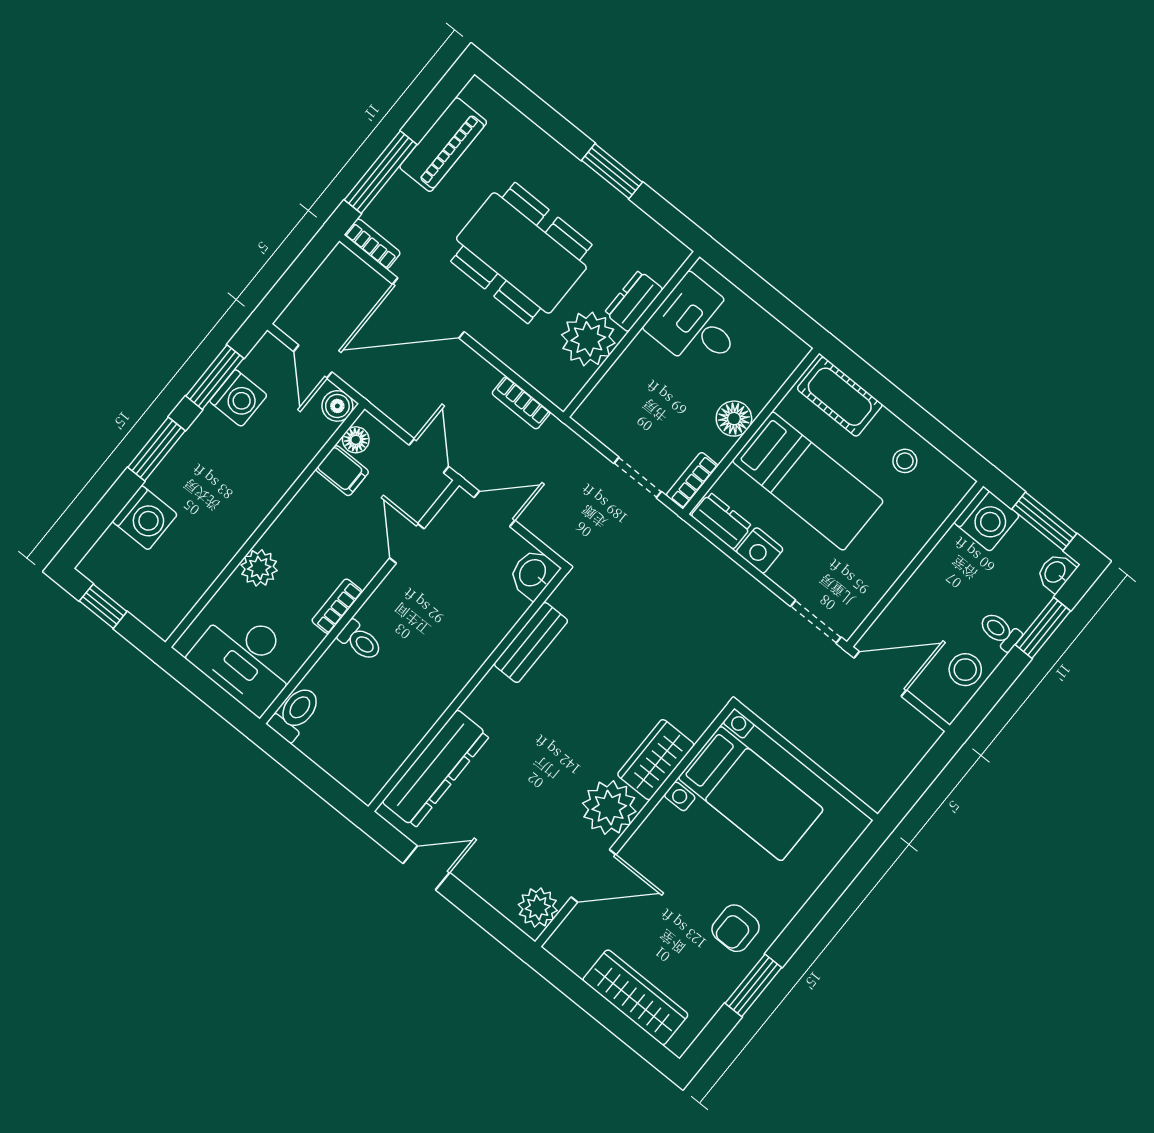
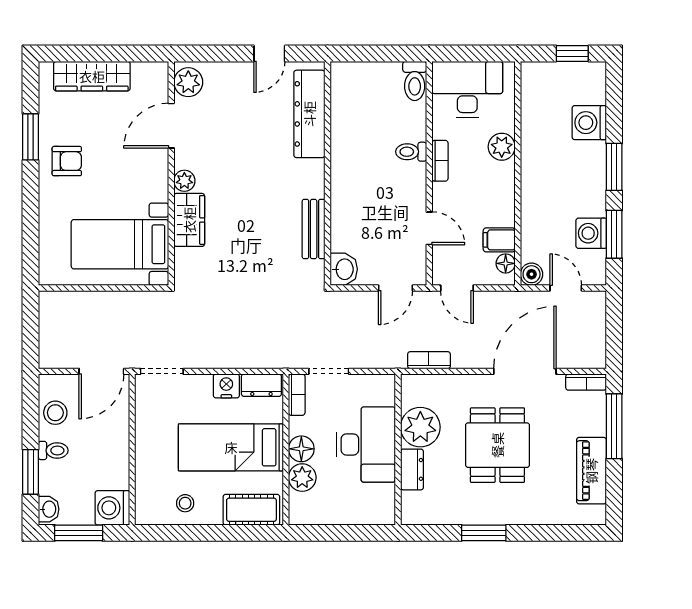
dining table: (521, 253) -> (497, 445), width x0.73
desk: (696, 324) -> (366, 444), moved, width x1.37
plant: (758, 387) -> (302, 478), added
plant: (609, 807) -> (184, 181), width x0.53, depth x0.53
armchair: (736, 928) -> (67, 161), turned 90

